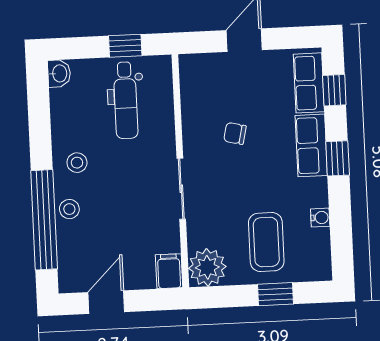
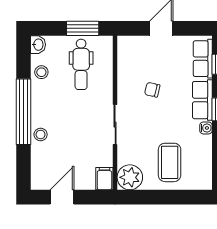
window: (125, 46) -> (83, 28), width x1.50
stool: (77, 163) -> (41, 72), moved
water cooler: (320, 218) -> (206, 128), moved
window: (44, 220) -> (24, 112), moved
window: (276, 294) -> (174, 197), removed

